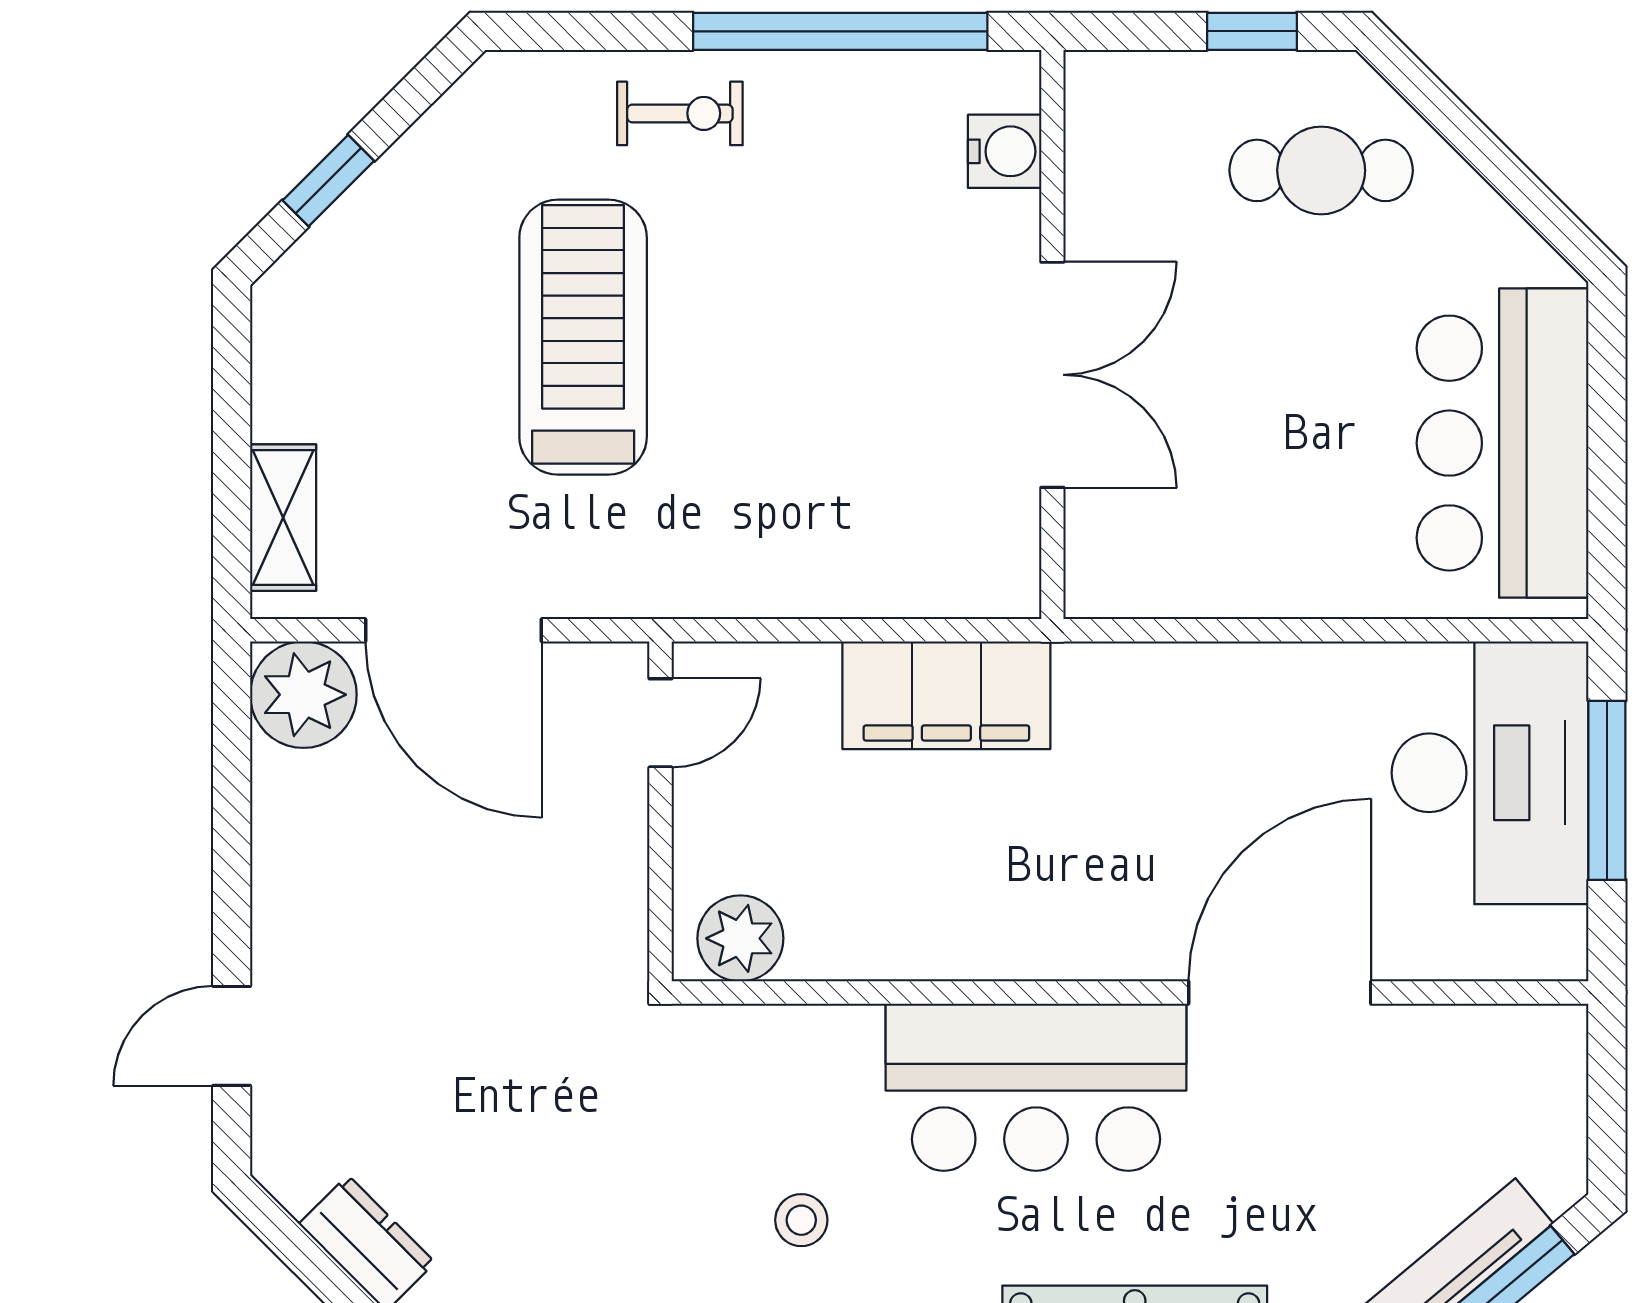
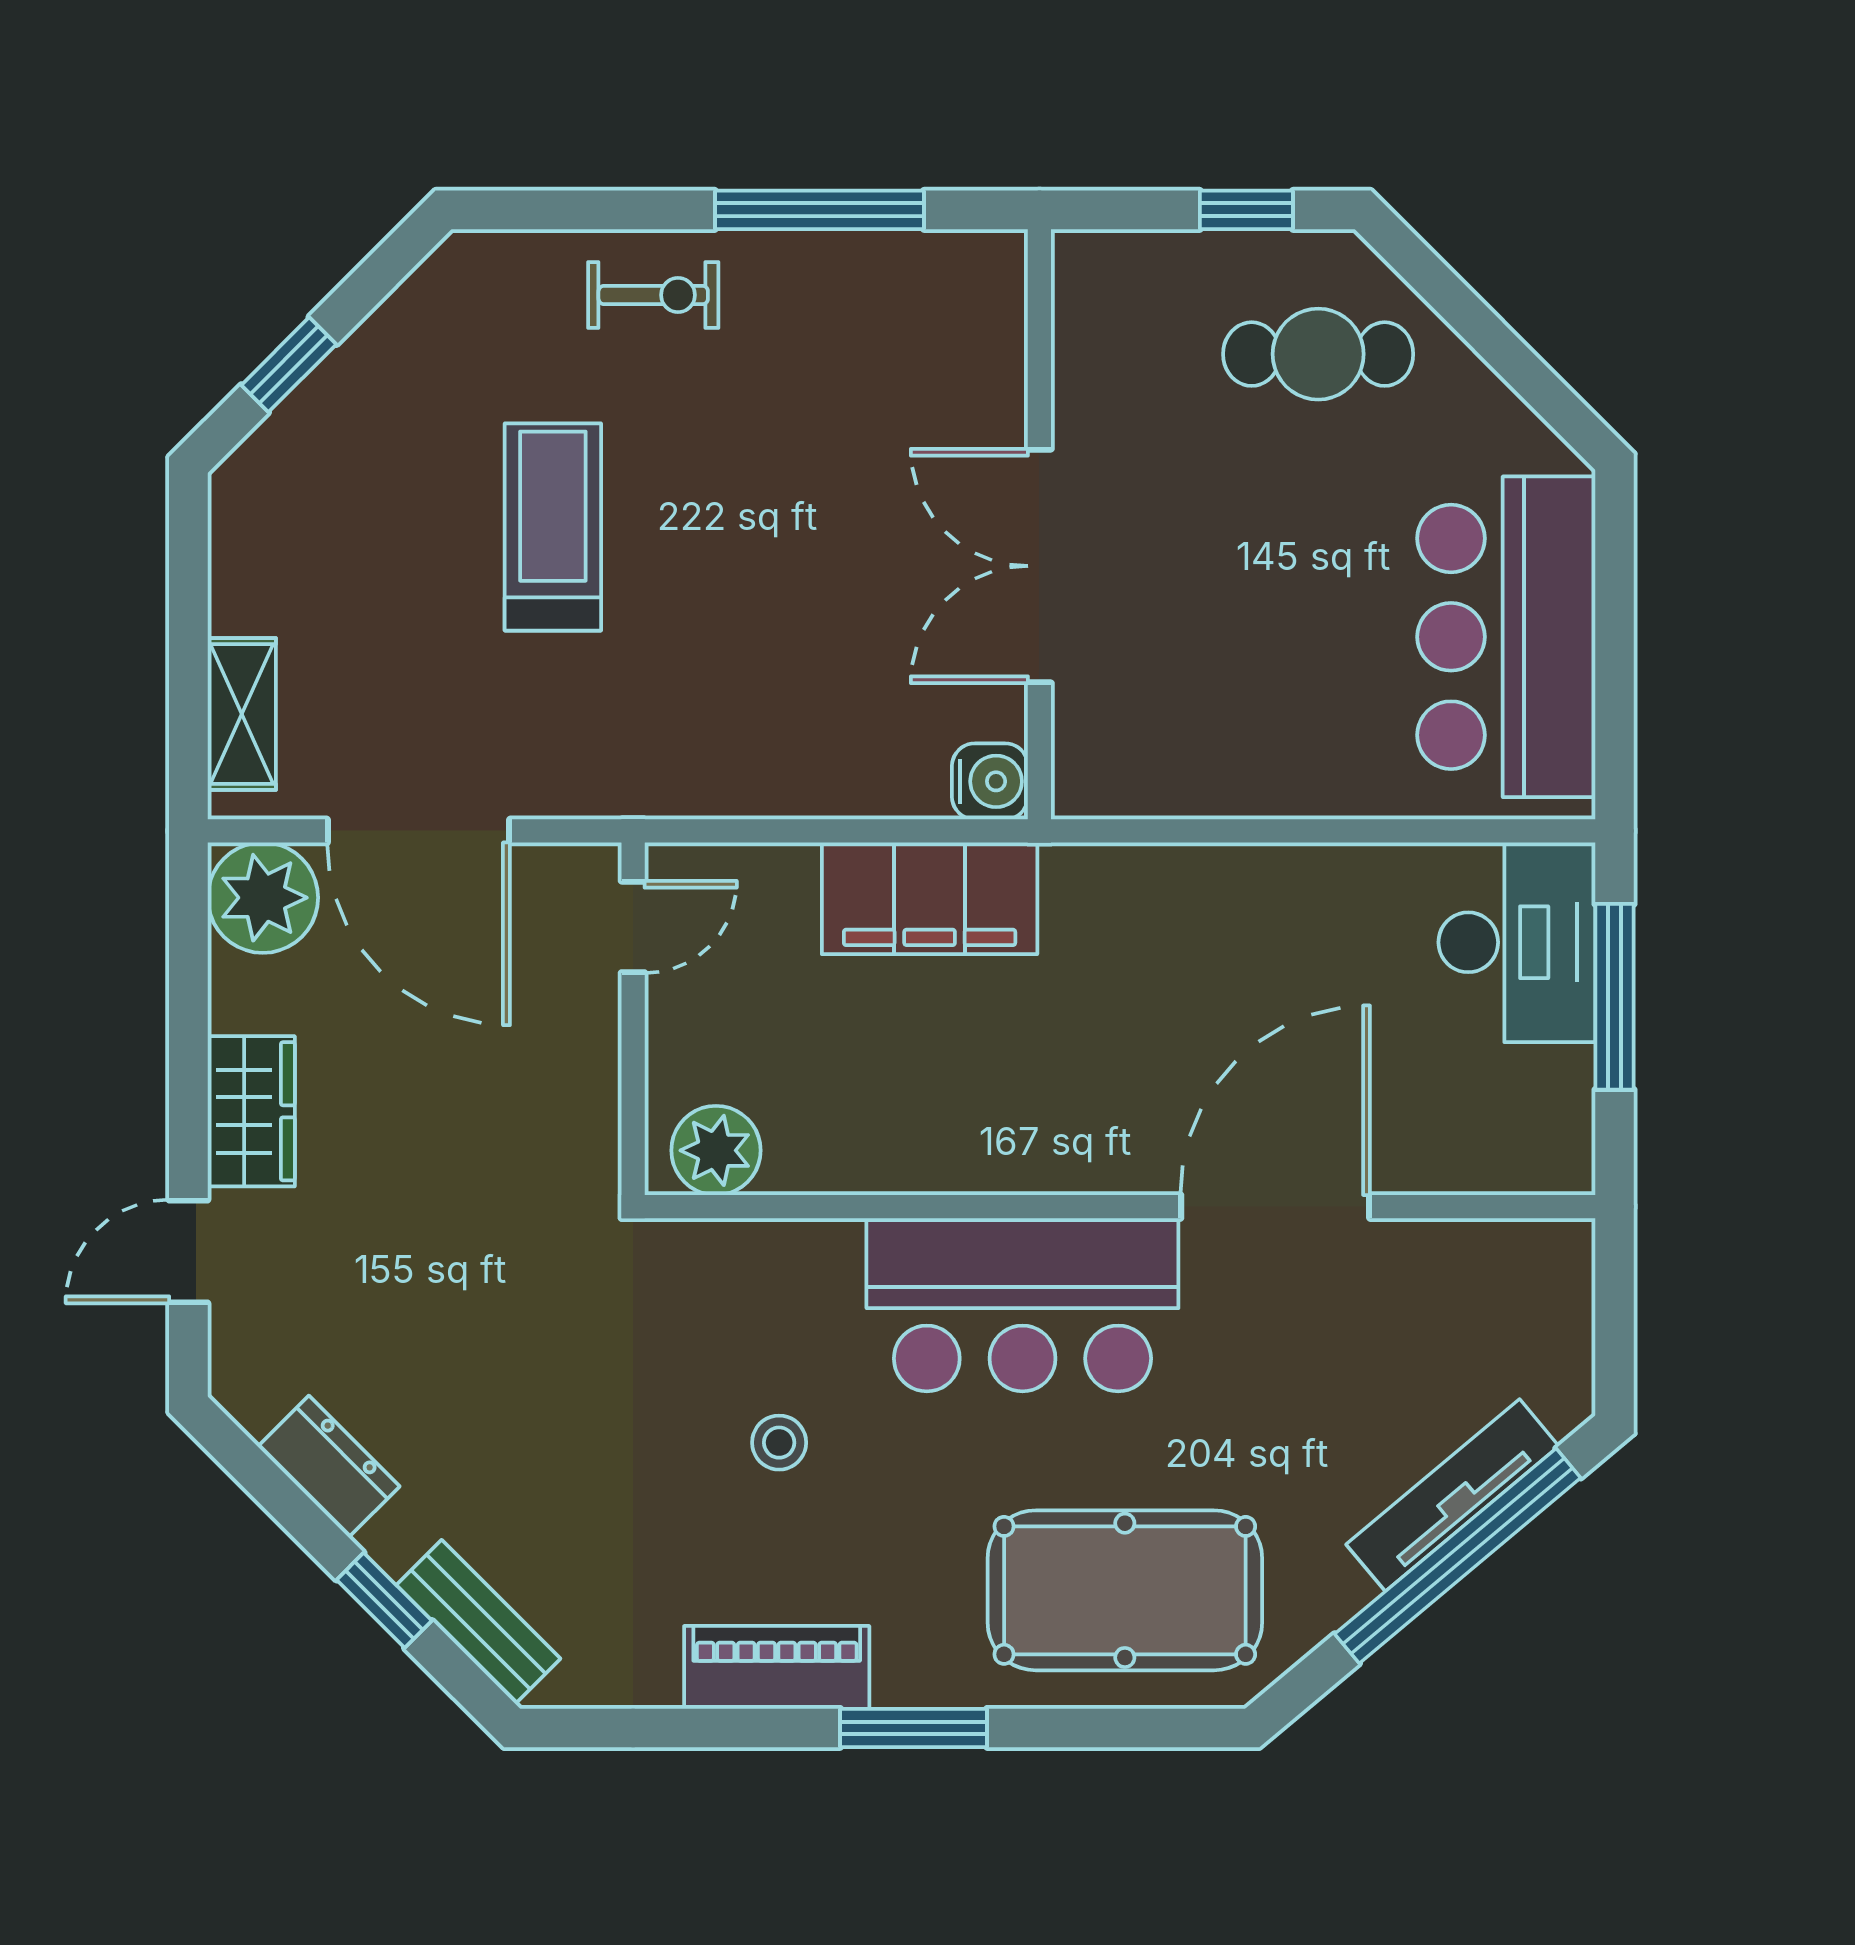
window: (840, 31) -> (819, 210), width x0.68
water cooler: (1005, 151) -> (990, 781), moved
treadmill: (583, 337) -> (553, 527), width x0.73, depth x0.73
double door: (1052, 375) -> (1039, 566), swing flipped
desk: (1490, 773) -> (1517, 942), width x0.73, depth x0.77
wardrobe: (292, 901) -> (251, 1111), added

